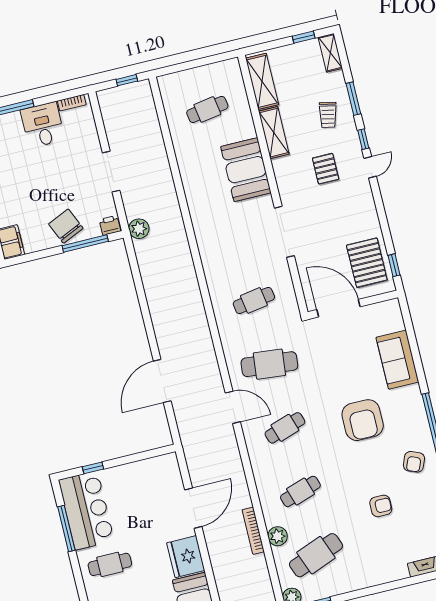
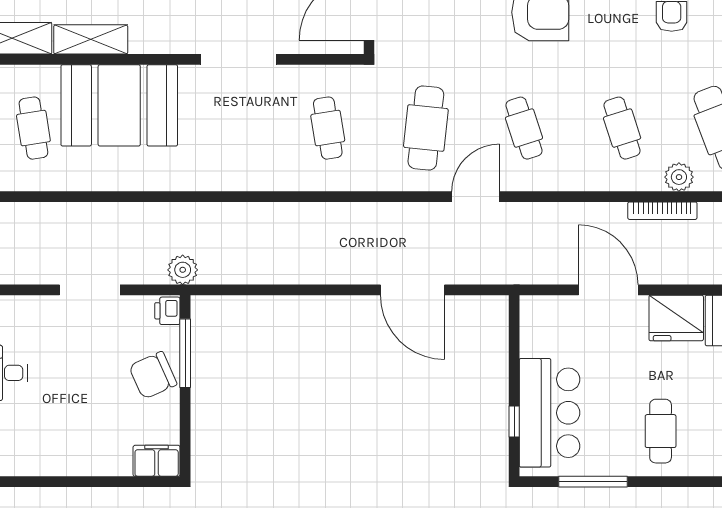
booth: (246, 170) -> (119, 105), width x1.36, depth x1.42
bar counter: (86, 510) -> (549, 413), moved, turned 90

